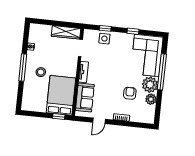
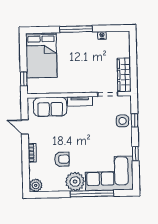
stool: (41, 72) -> (73, 51), removed
bed: (61, 95) -> (41, 55), moved, turned 90
plant: (151, 99) -> (36, 185), moved

